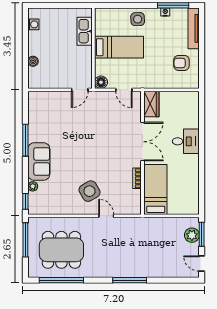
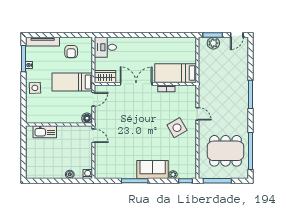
washing machine: (33, 24) -> (88, 174), moved
bed: (119, 47) -> (72, 82), moved, turned -90
desk: (186, 141) -> (105, 47), moved, turned -90
door: (106, 216) -> (197, 114), swing flipped
dining table: (61, 250) -> (226, 151), turned 90

